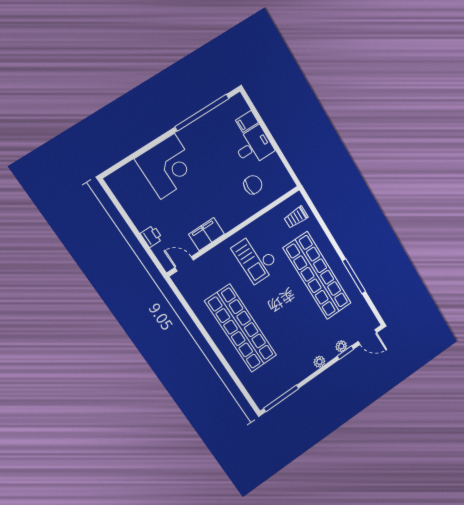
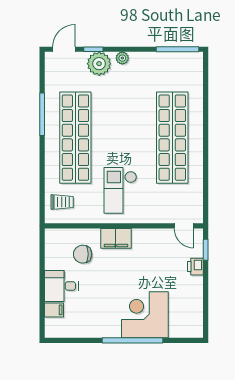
window: (202, 113) -> (132, 340), moved
filing cabinet: (206, 234) -> (116, 238), moved
window: (152, 256) -> (206, 250), added
checkout: (255, 258) -> (120, 190), turned 180
door: (367, 337) -> (64, 49), hinge flipped
plant: (341, 346) -> (99, 64), width x1.88, depth x1.88

